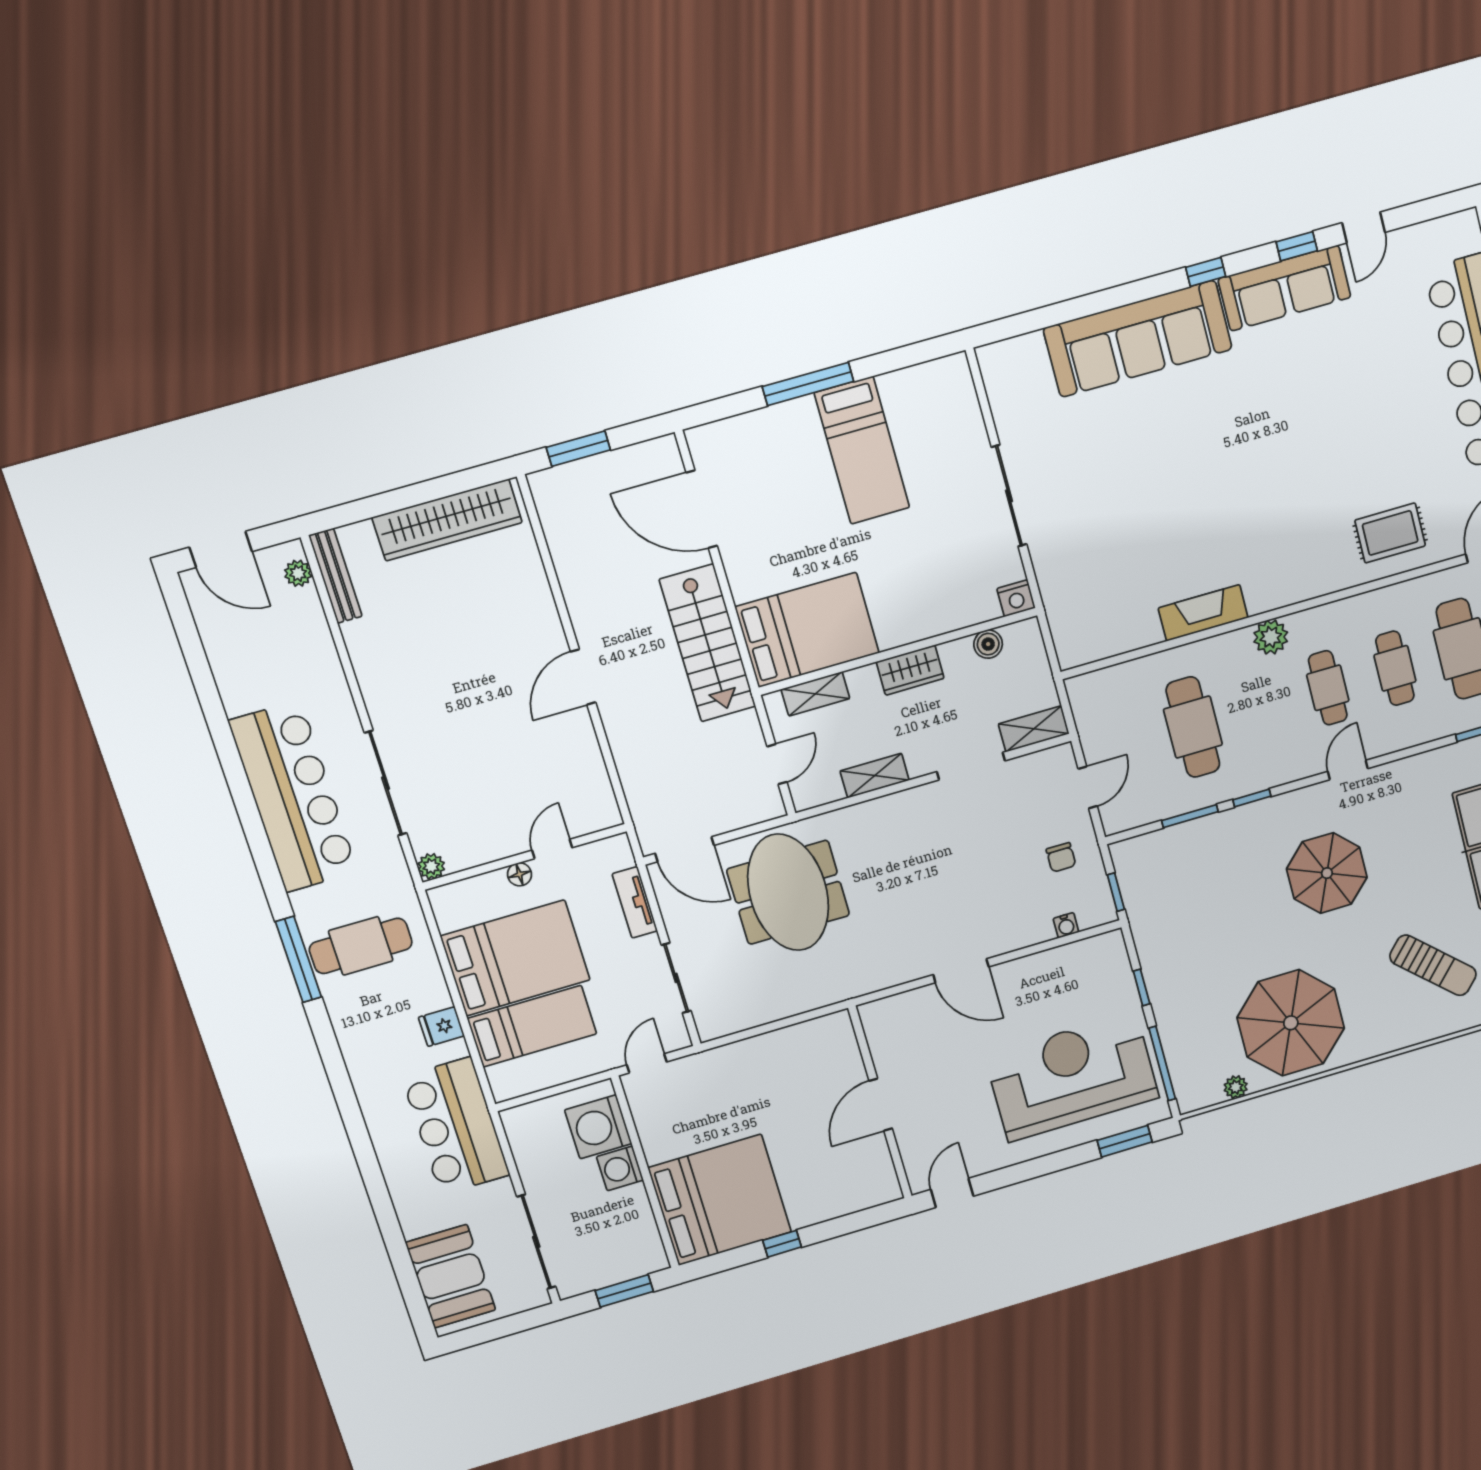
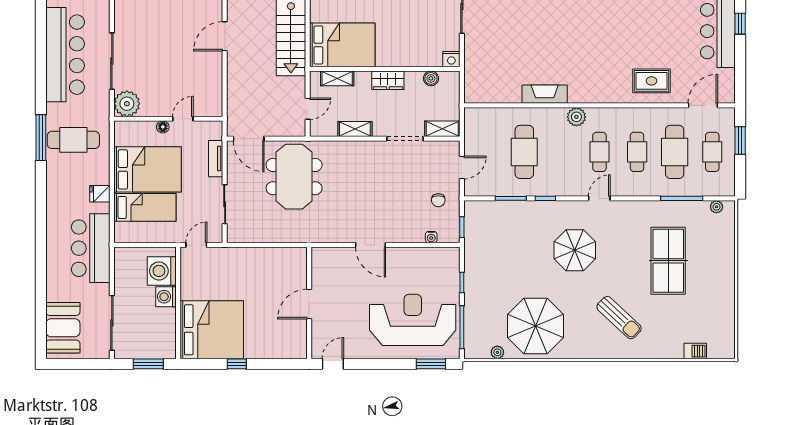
plant: (431, 866) -> (127, 104), width x1.87, depth x1.87

